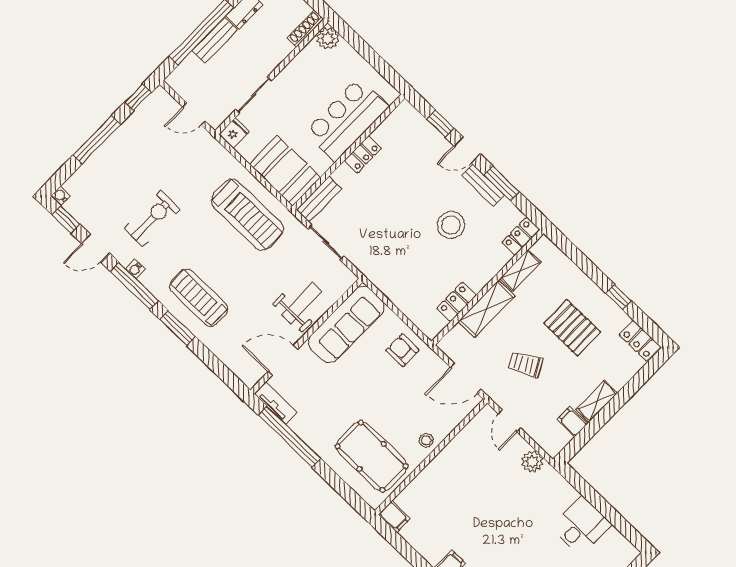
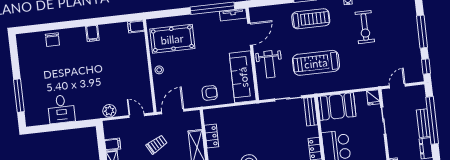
treadmill: (247, 215) -> (316, 63), moved

